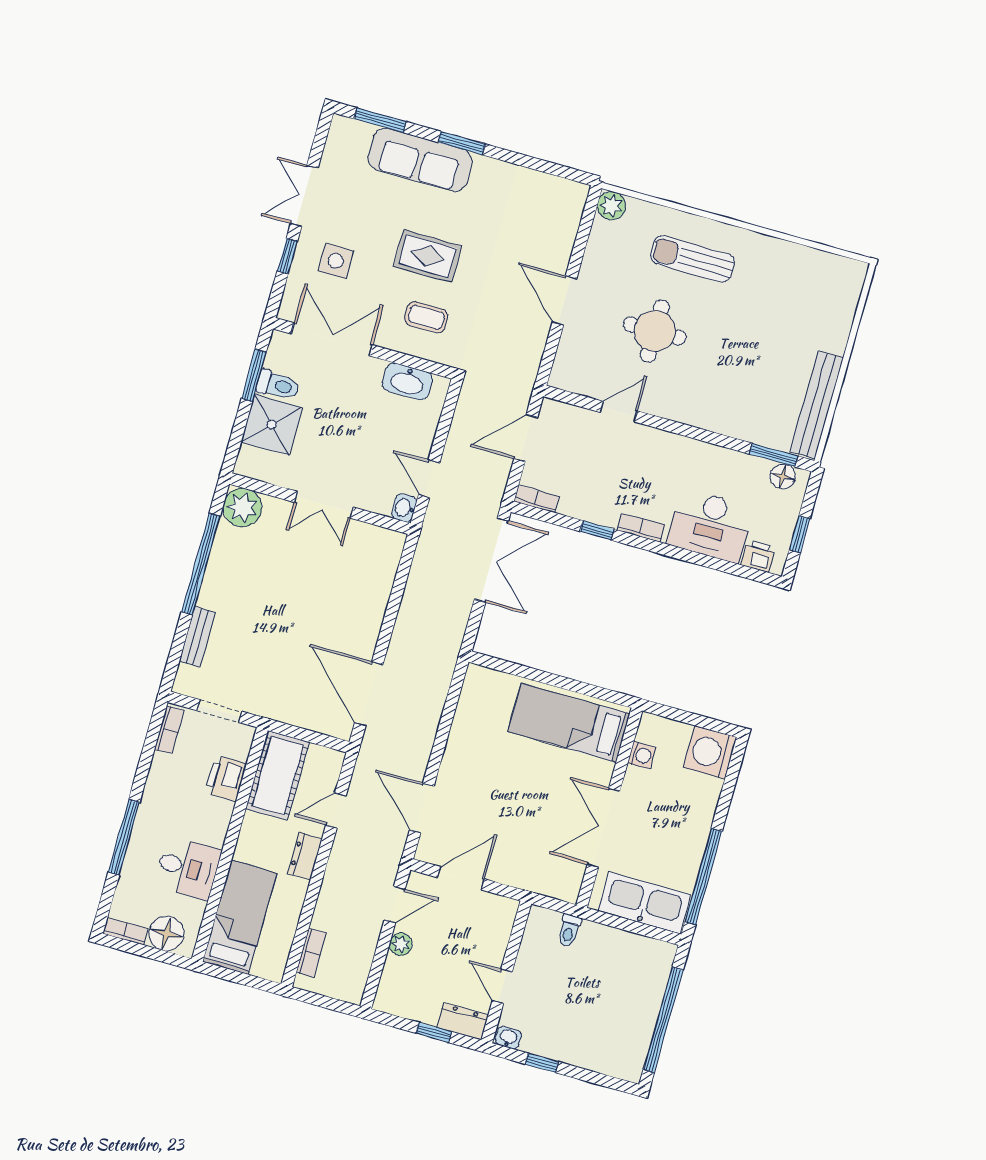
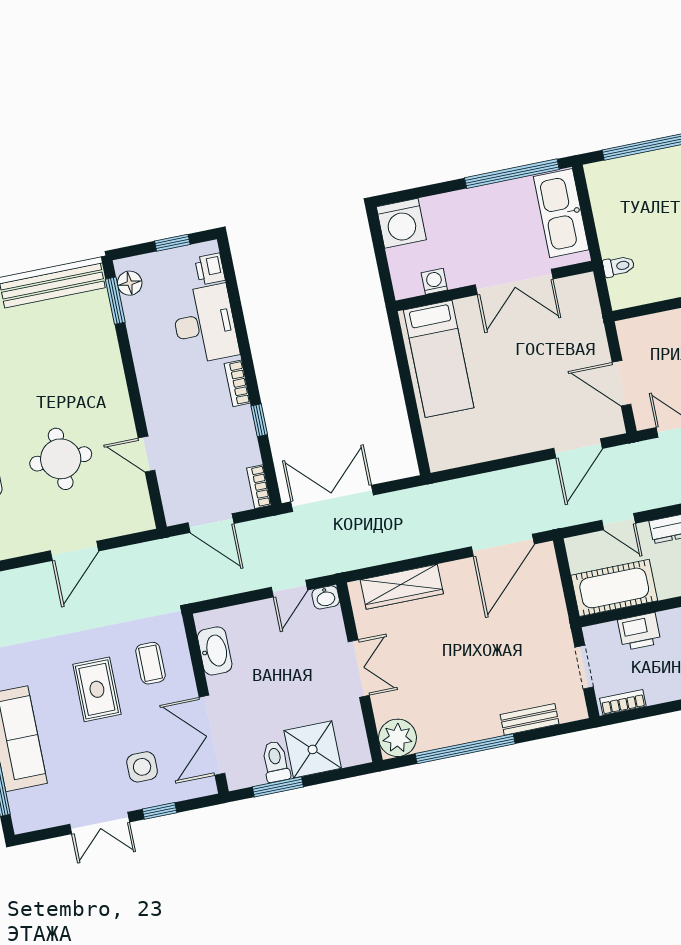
wardrobe: (378, 582) -> (402, 587), added

